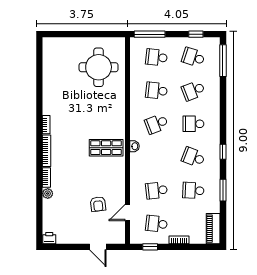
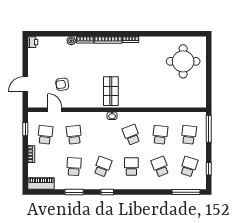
round table: (99, 67) -> (183, 61), moved

